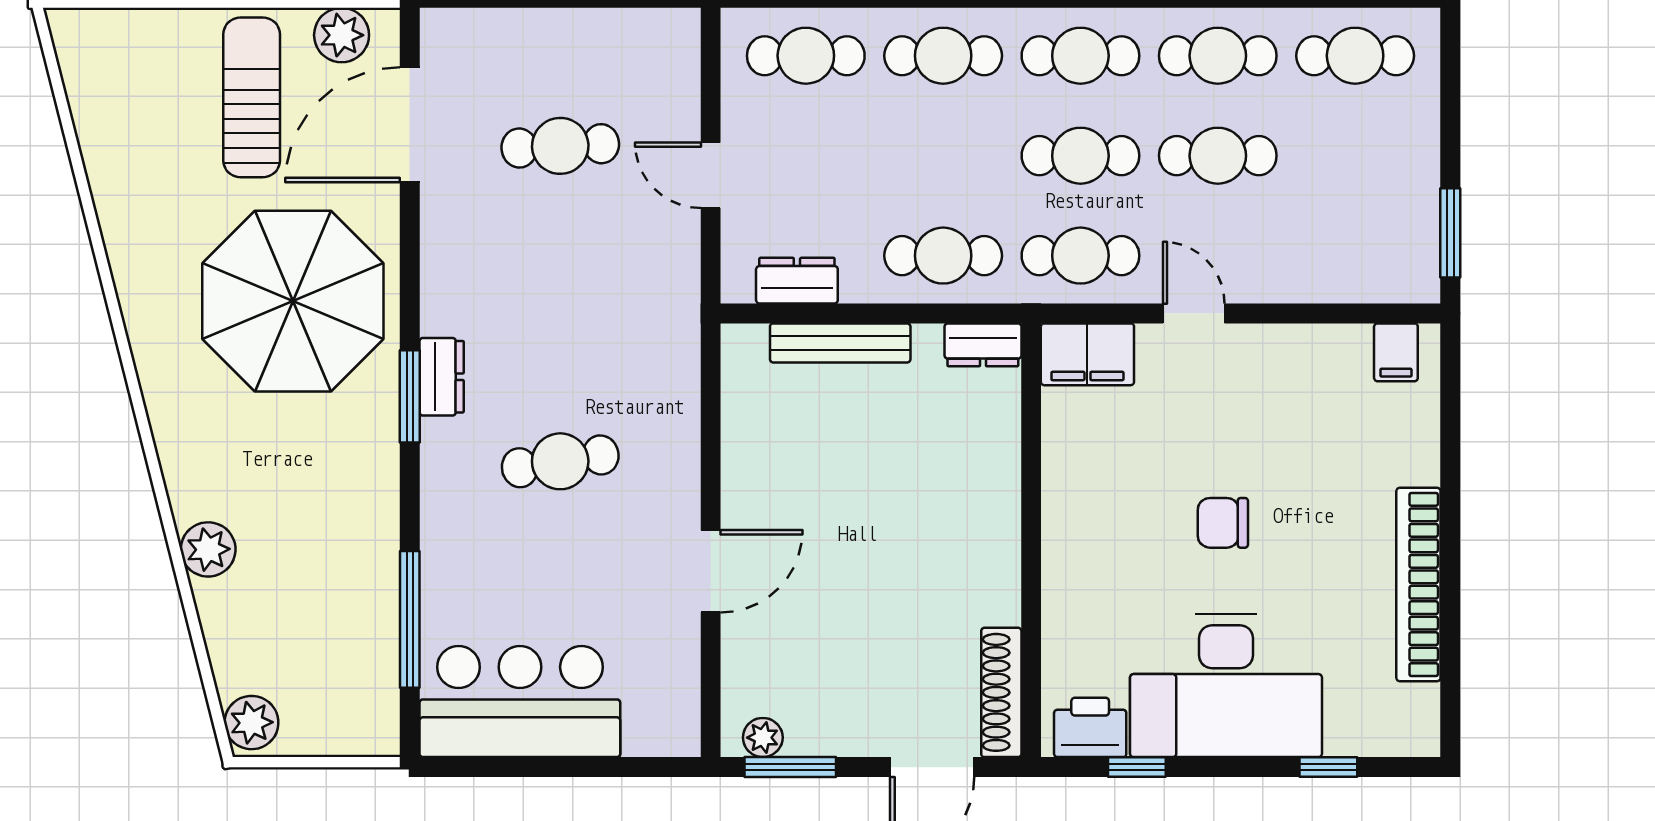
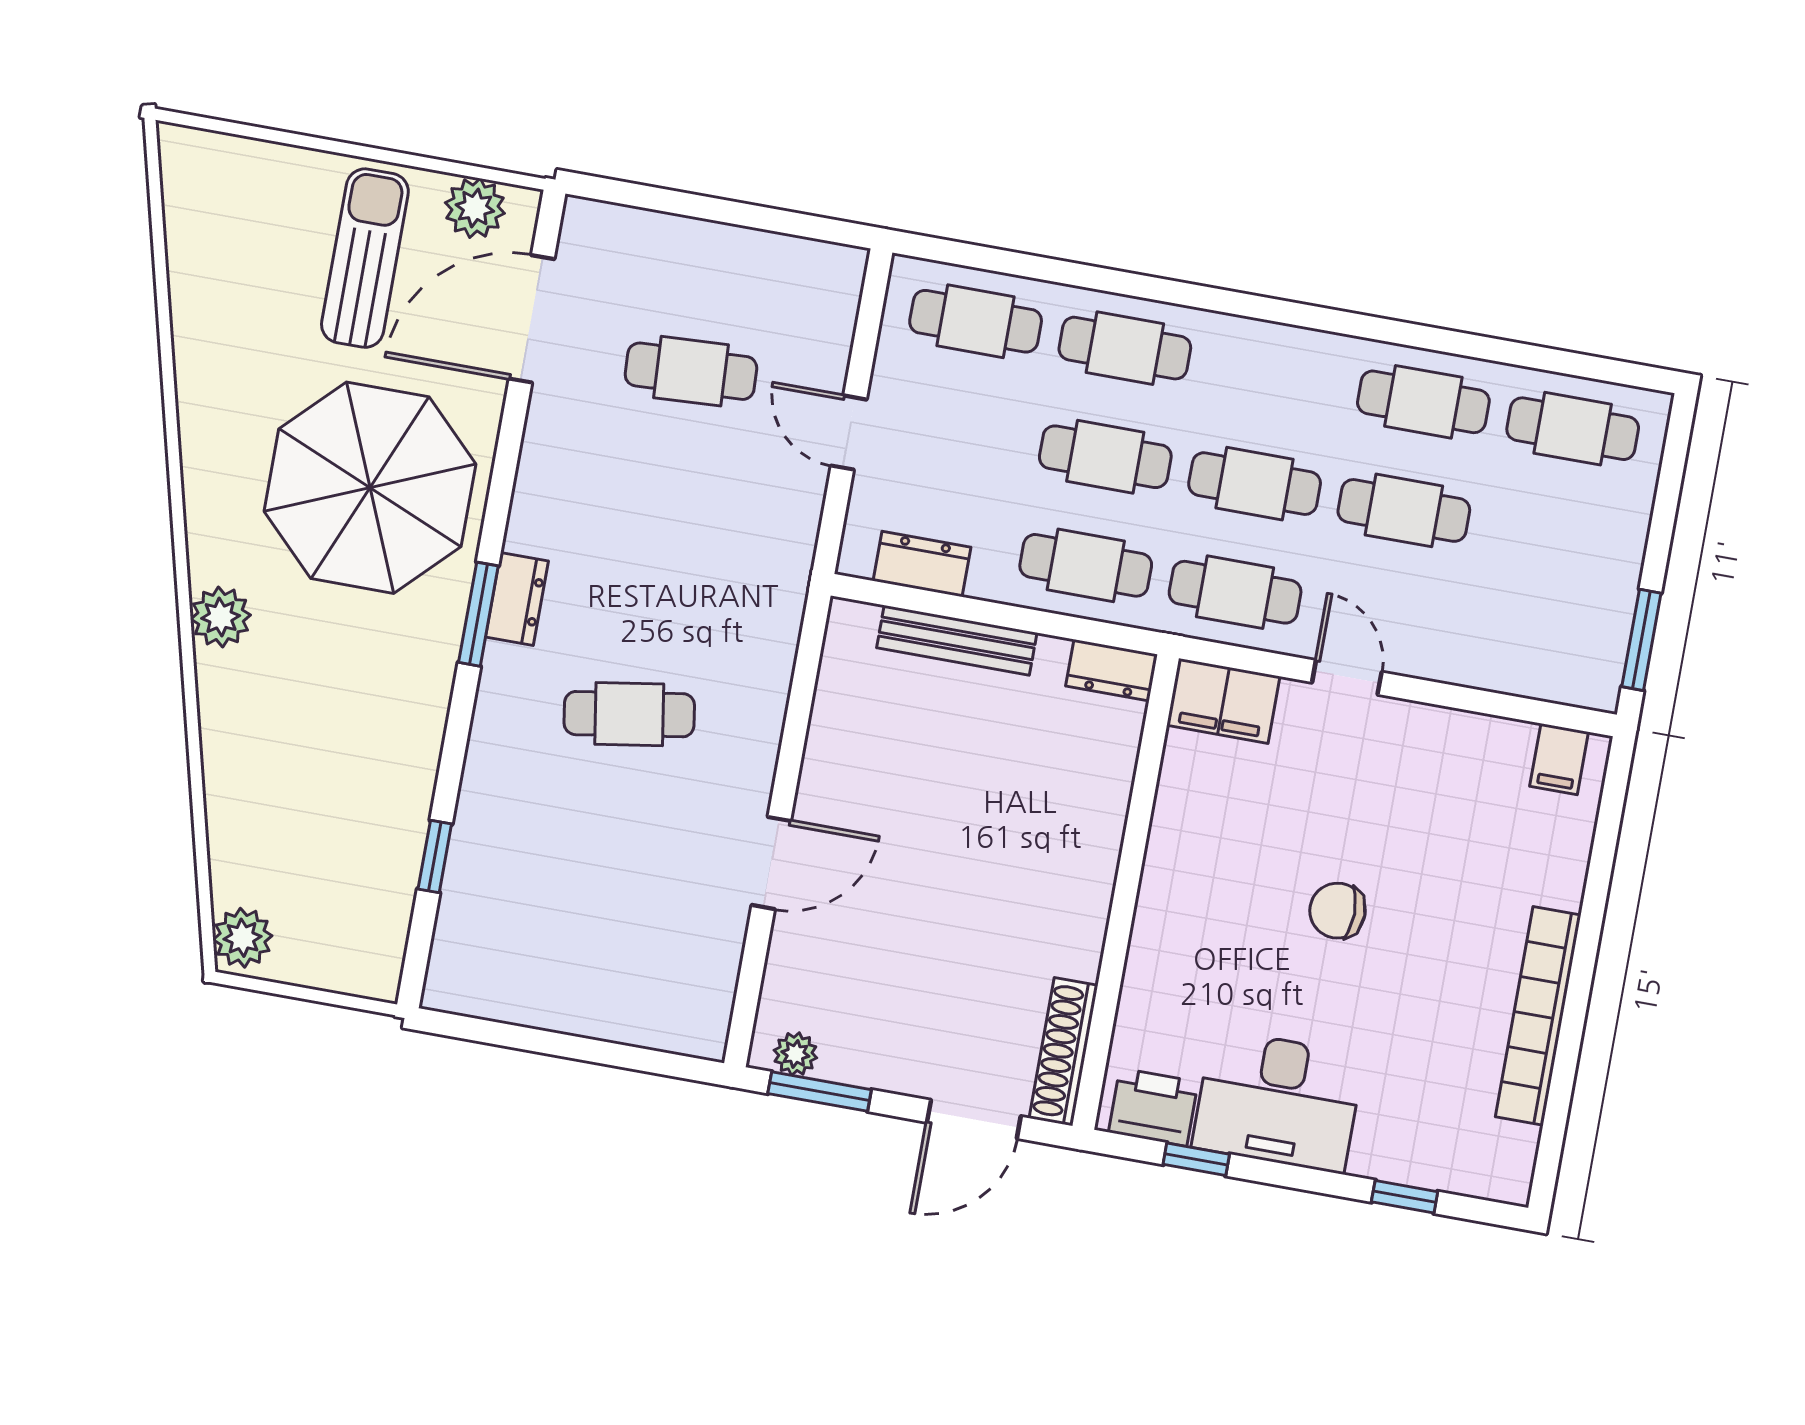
cafe table: (1080, 56) -> (1105, 457), moved
plant: (208, 549) -> (221, 617), moved
window: (410, 619) -> (435, 857), width x0.46
desk: (1226, 685) -> (1278, 1101), width x0.73, depth x0.77
bar counter: (520, 702) -> (538, 967), removed

